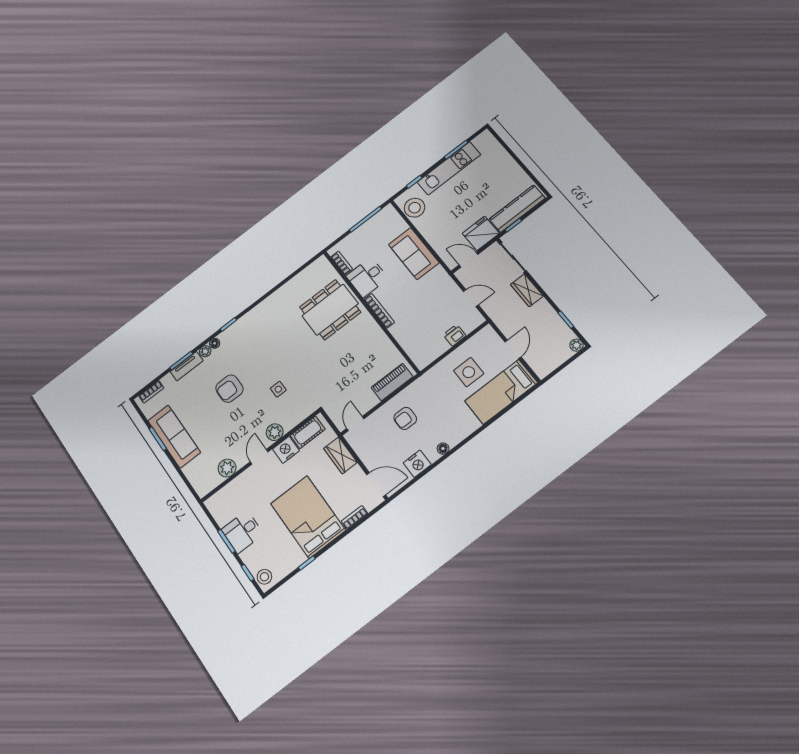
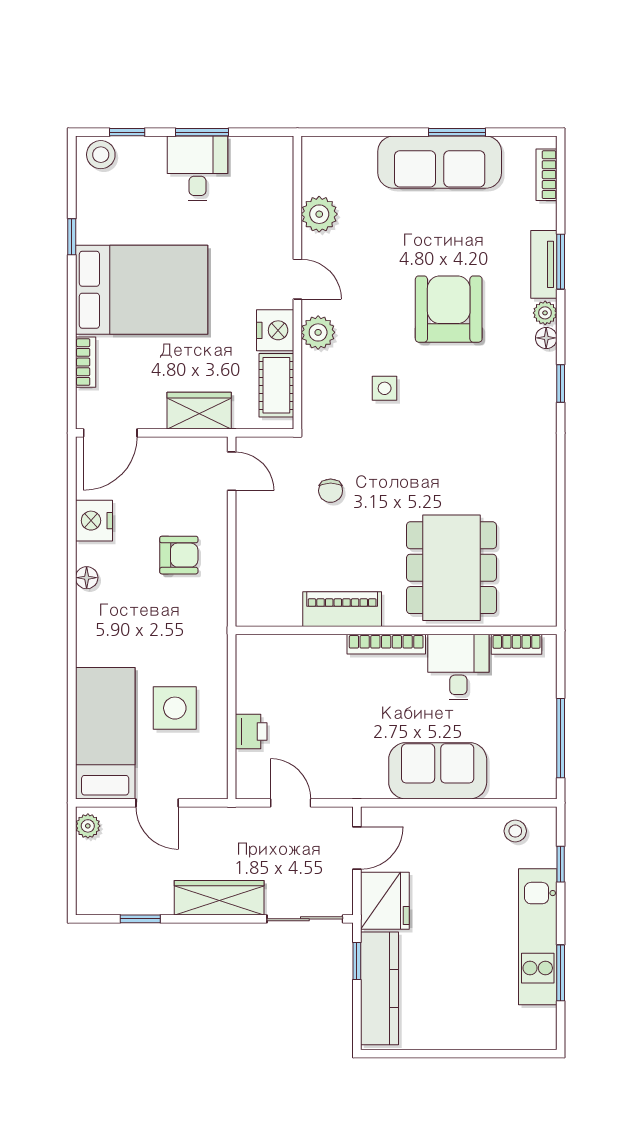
stool: (415, 208) -> (515, 831), width x0.53, depth x0.53
wardrobe: (527, 290) -> (219, 898), width x1.50
door: (471, 298) -> (291, 803), swing flipped
plant: (577, 345) -> (88, 826), moved
chair: (334, 379) -> (331, 491), added
piano: (392, 382) -> (342, 609), moved, turned -90
armchair: (229, 389) -> (449, 309), width x1.36, depth x1.36
armchair: (405, 418) -> (179, 555), turned 90

